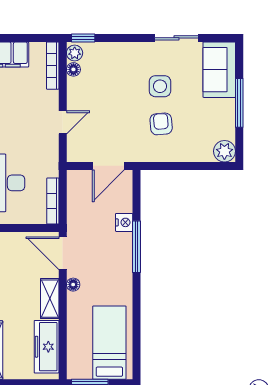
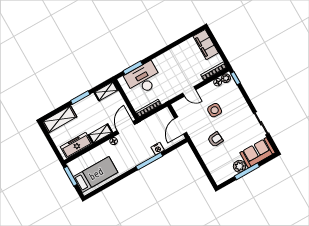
side table: (160, 86) -> (215, 110), moved
plant: (224, 151) -> (240, 166), moved
door: (108, 166) -> (181, 125), hinge flipped

